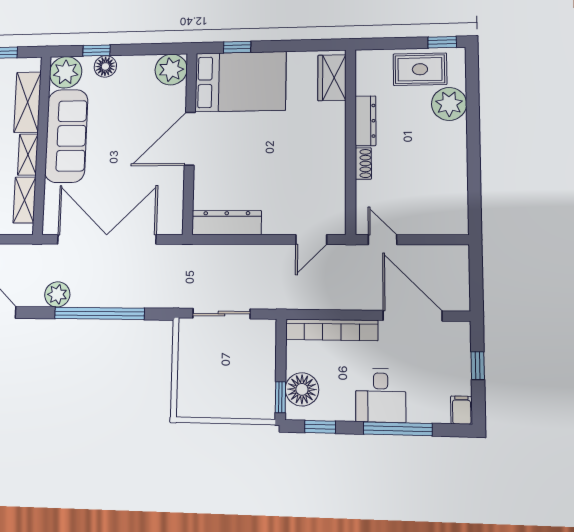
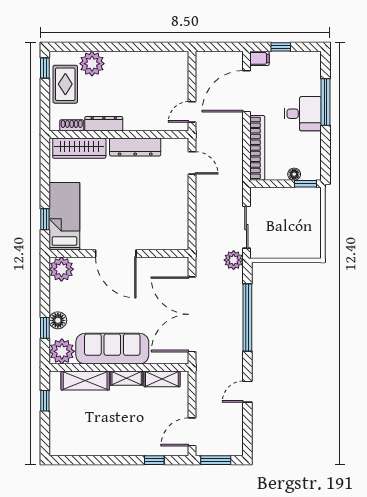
wardrobe: (332, 78) -> (79, 148), width x1.50
bed: (240, 82) -> (64, 216), width x0.67
shoe rack: (363, 164) -> (72, 125), moved
dresser: (227, 223) -> (135, 147), moved, turned -90
plant: (57, 294) -> (234, 260), moved
floor lamp: (302, 389) -> (294, 174), width x0.53, depth x0.53
filing cabinet: (462, 410) -> (259, 58), moved, turned 180
window: (320, 427) -> (325, 156), removed

